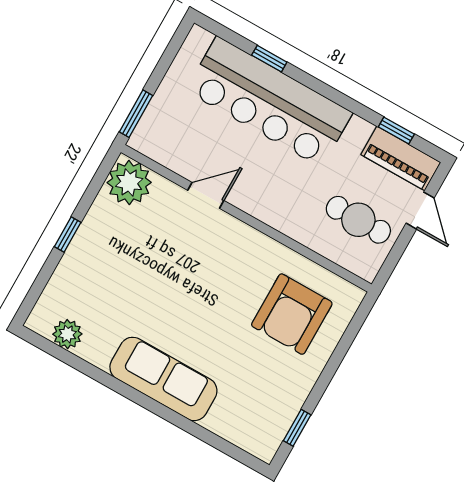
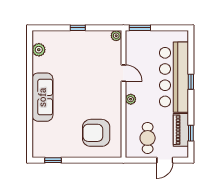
window: (269, 59) -> (191, 82), moved
piano: (401, 158) -> (181, 130), moved
plant: (129, 182) -> (116, 36), width x0.53, depth x0.53
plant: (264, 210) -> (131, 99), added

